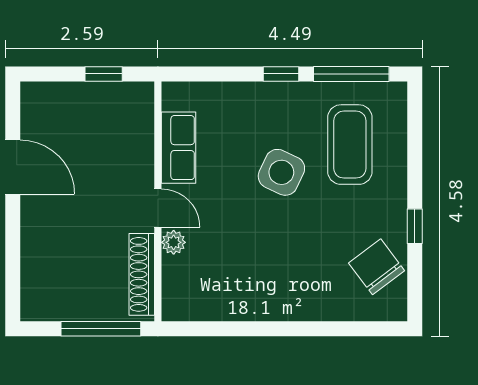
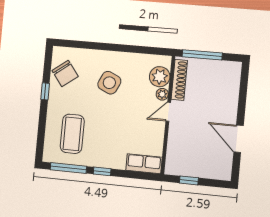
row of seats: (178, 148) -> (144, 164), moved, turned 90
side table: (281, 172) -> (109, 83), moved
door: (158, 208) -> (168, 112), hinge flipped
plant: (182, 277) -> (160, 77), added

